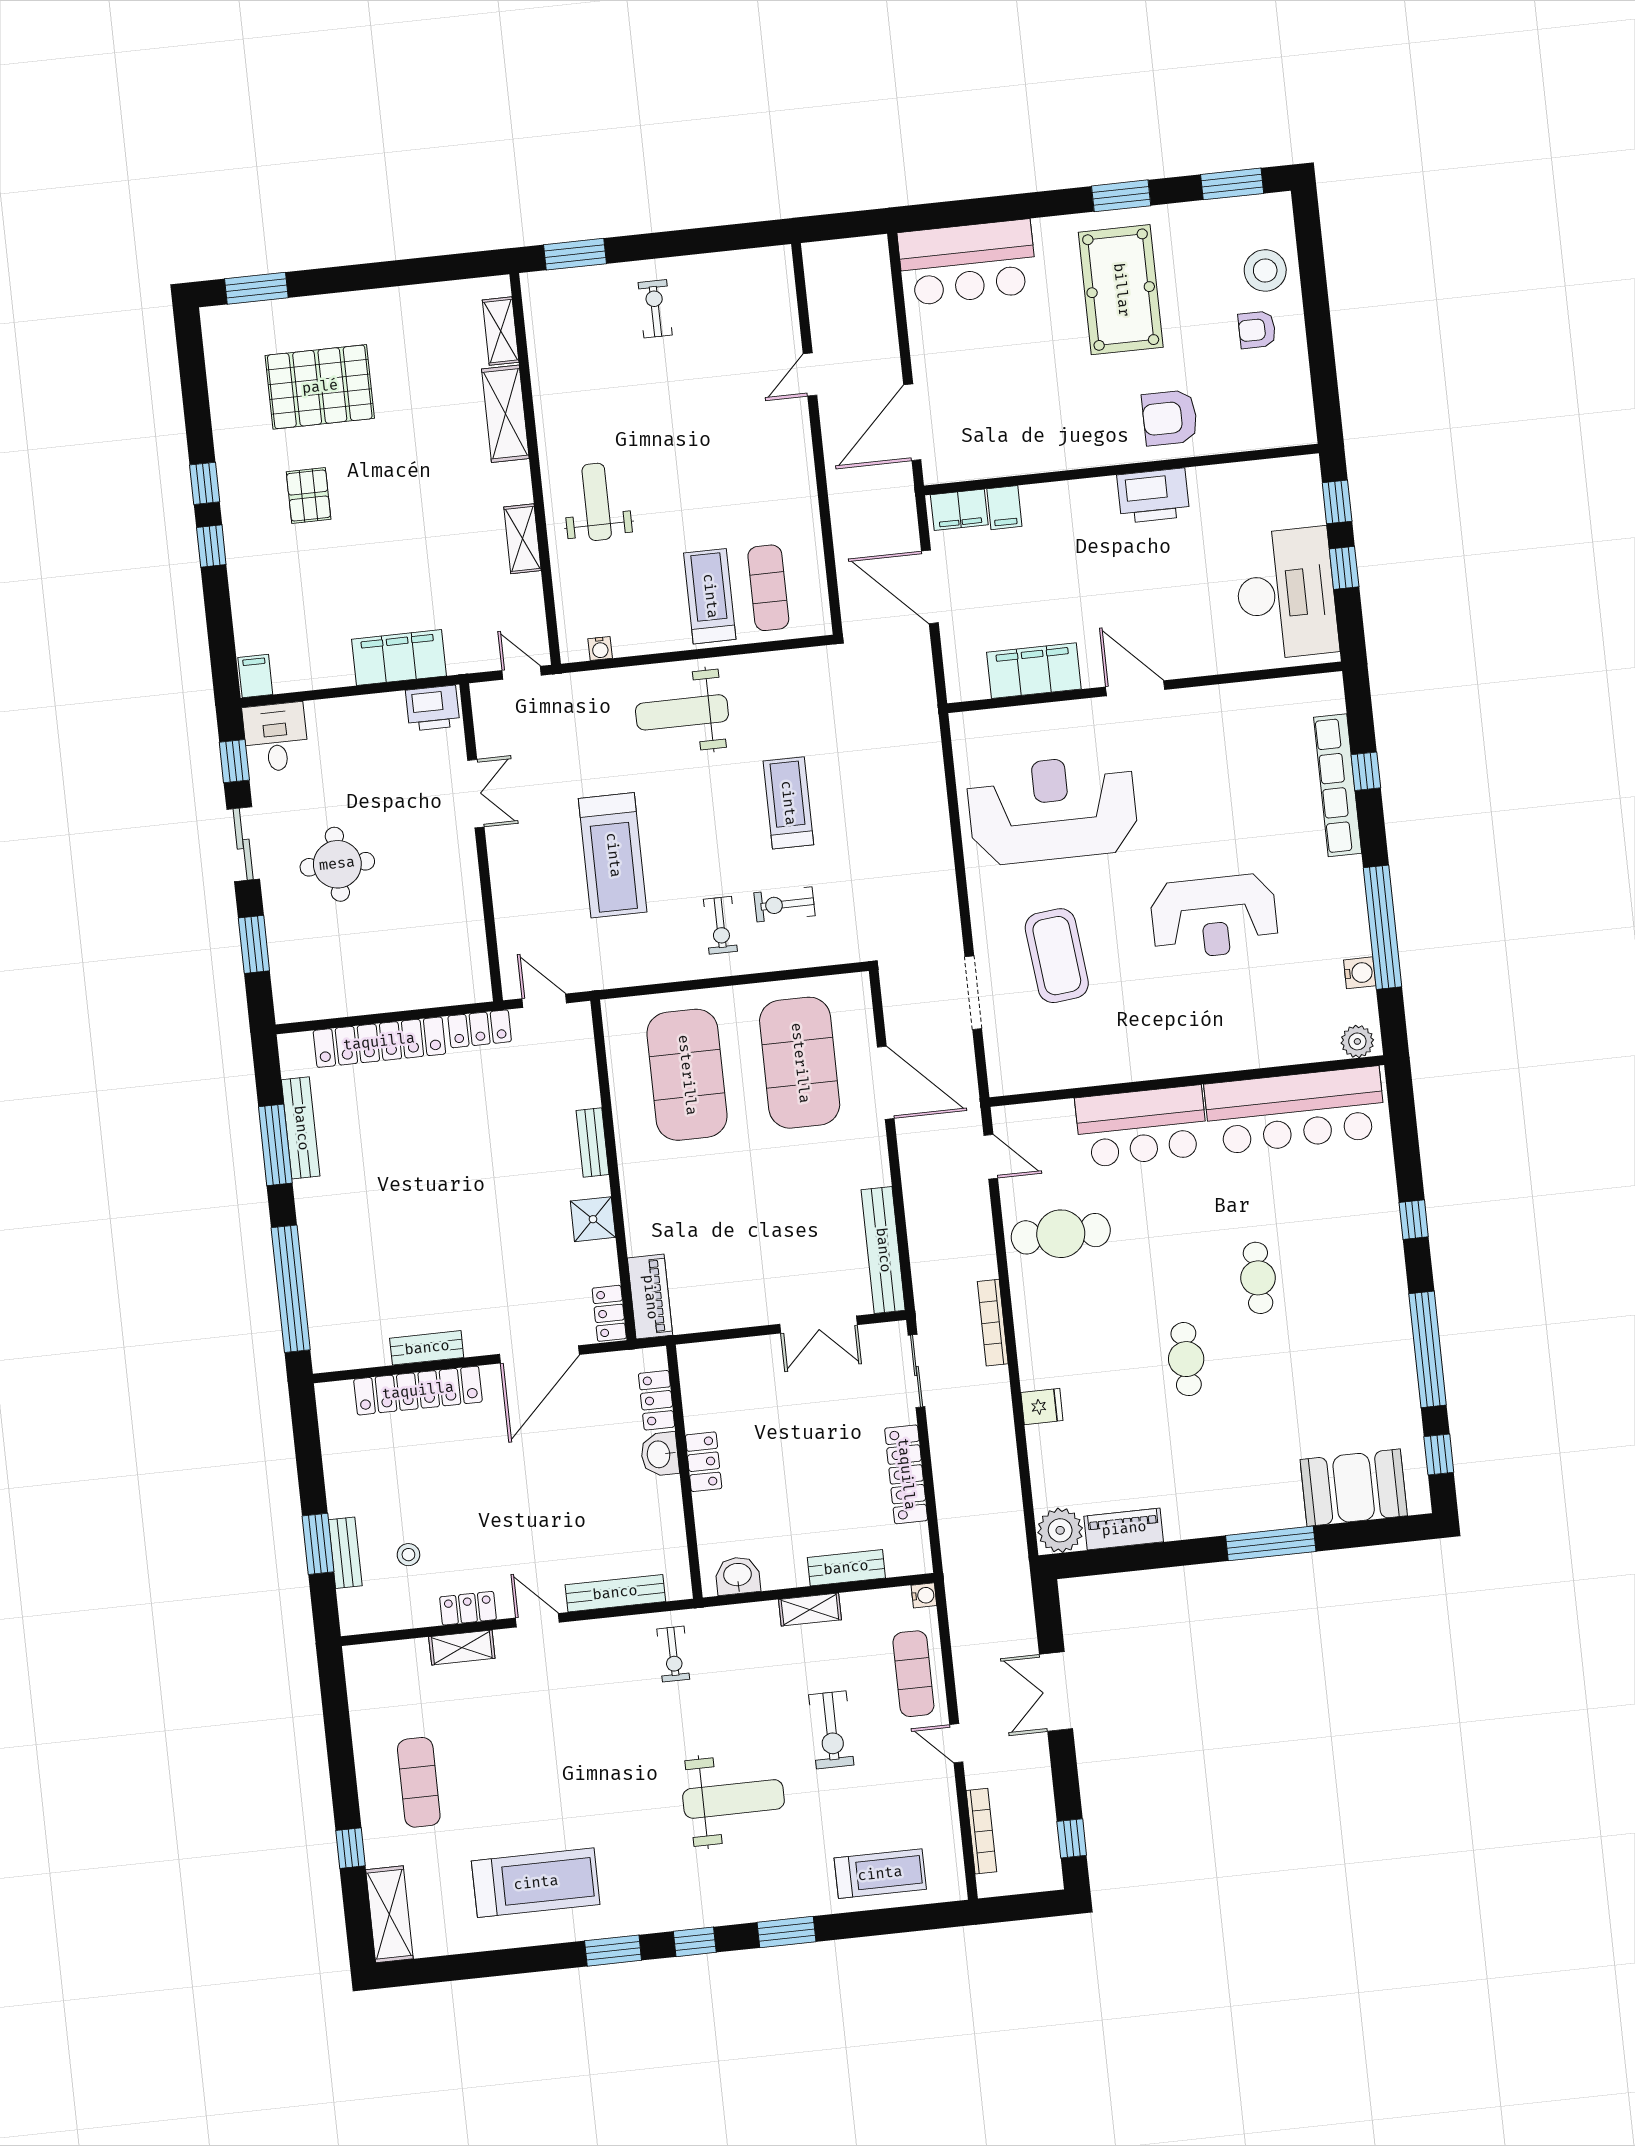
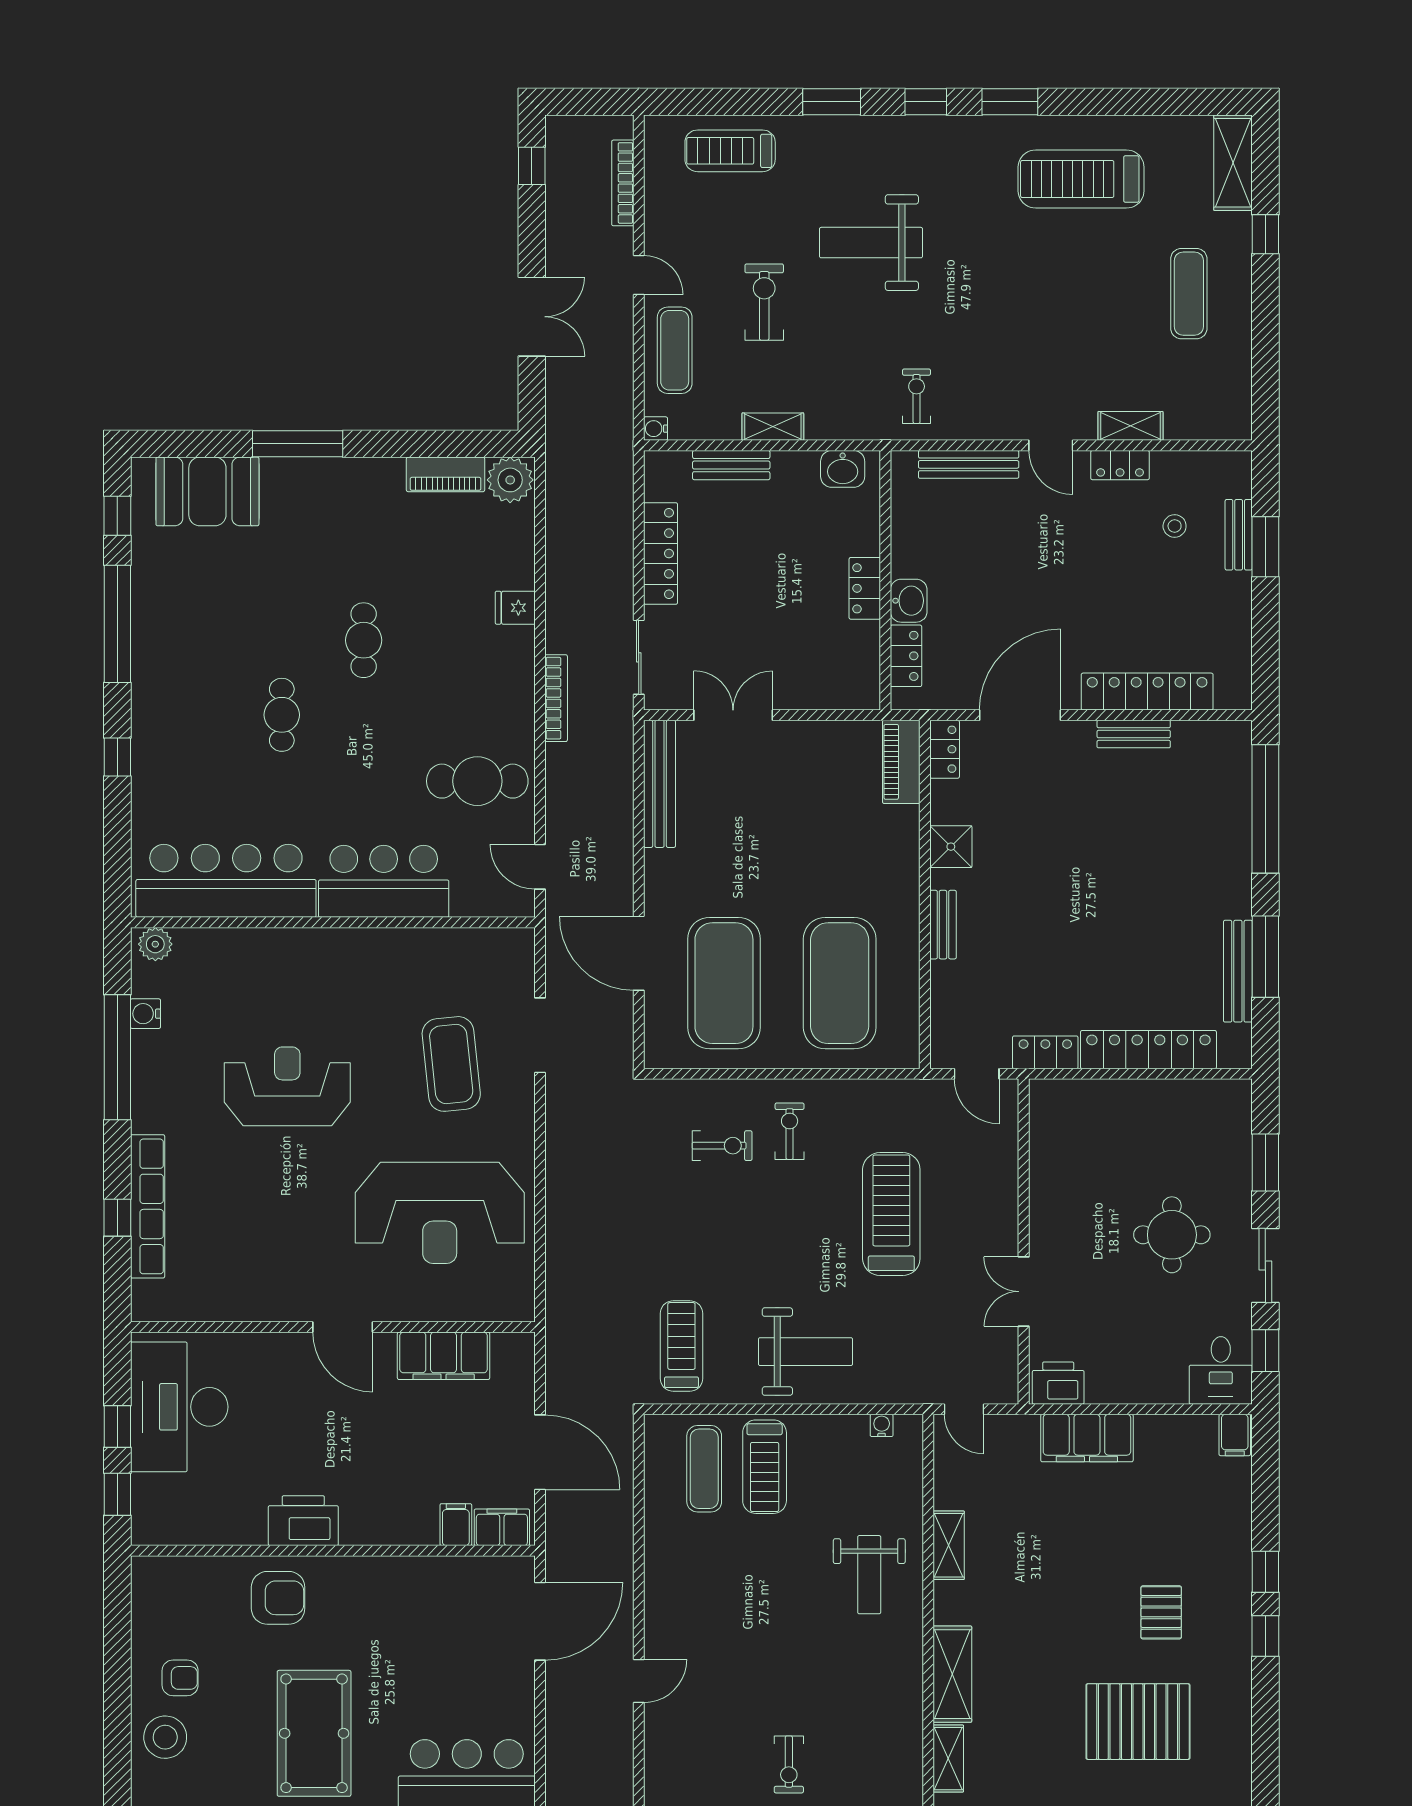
treadmill: (788, 803) -> (681, 1346), moved, turned 180

